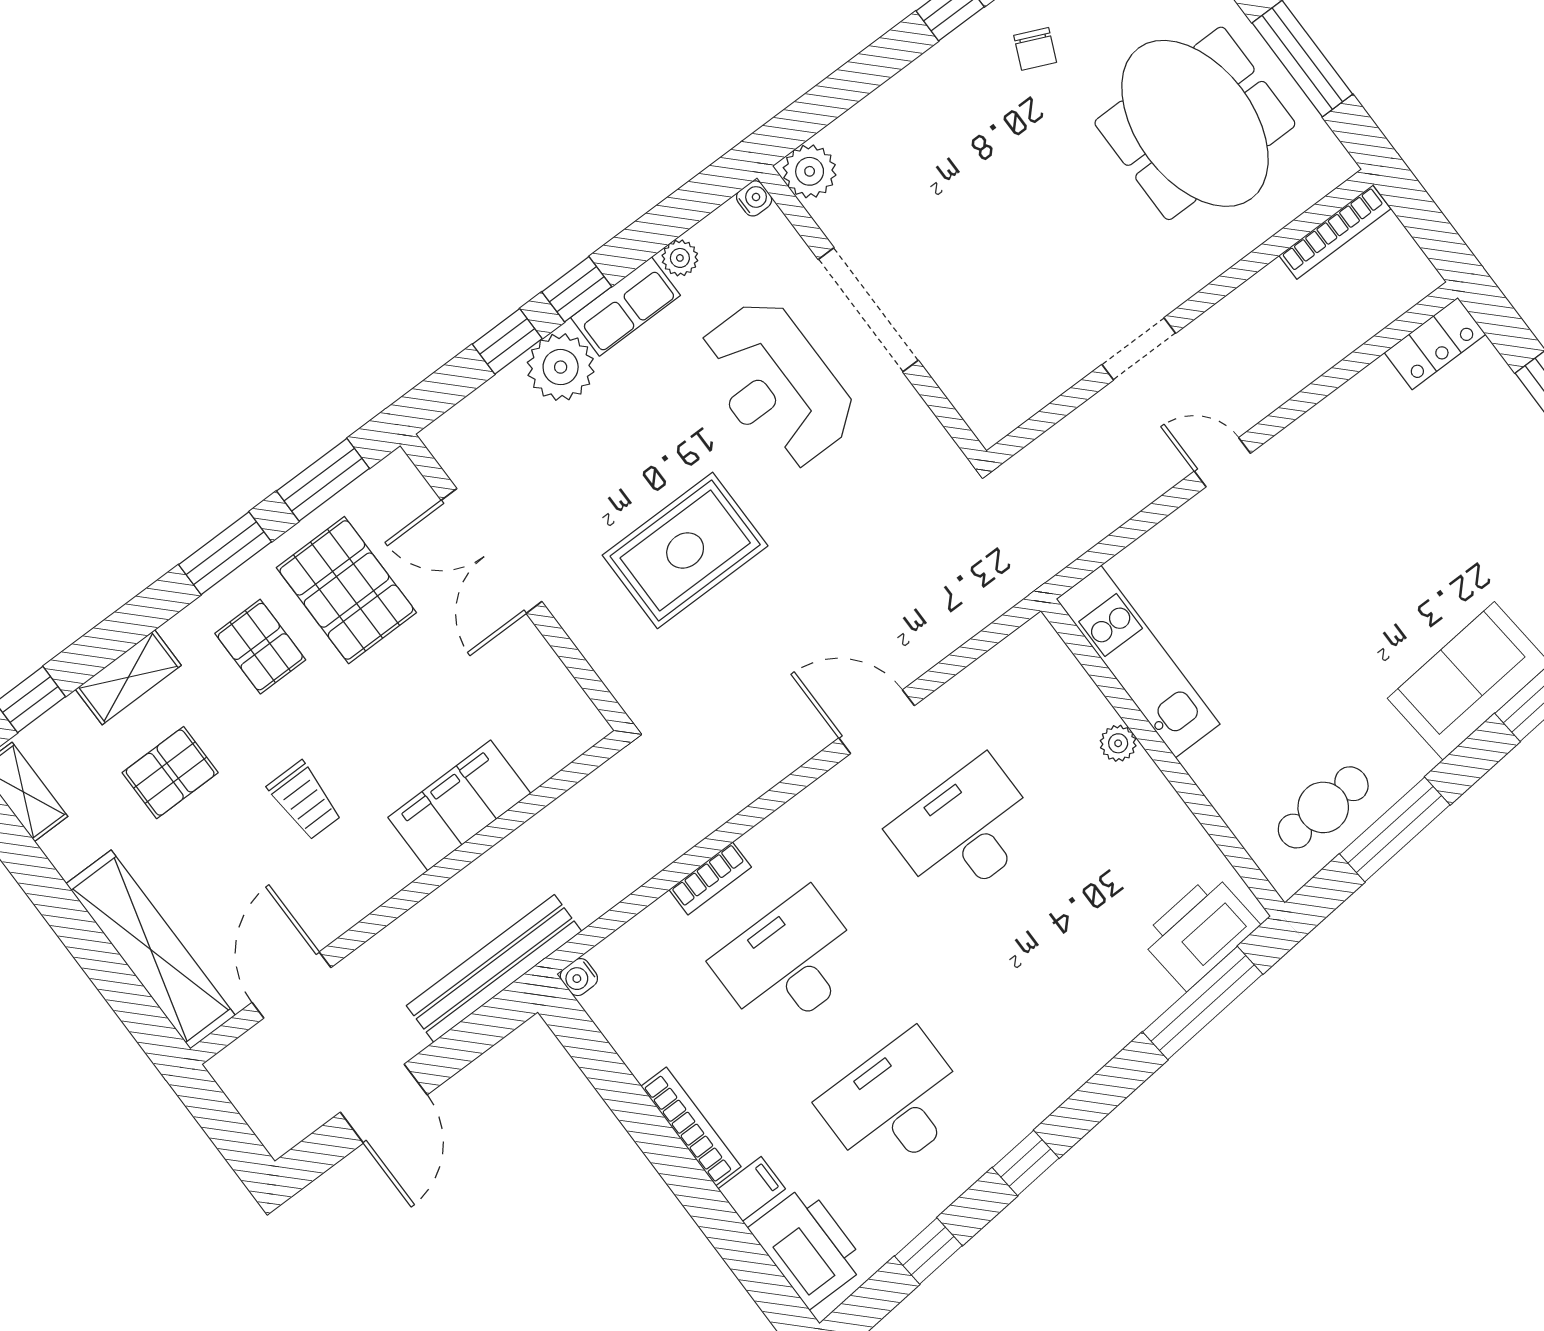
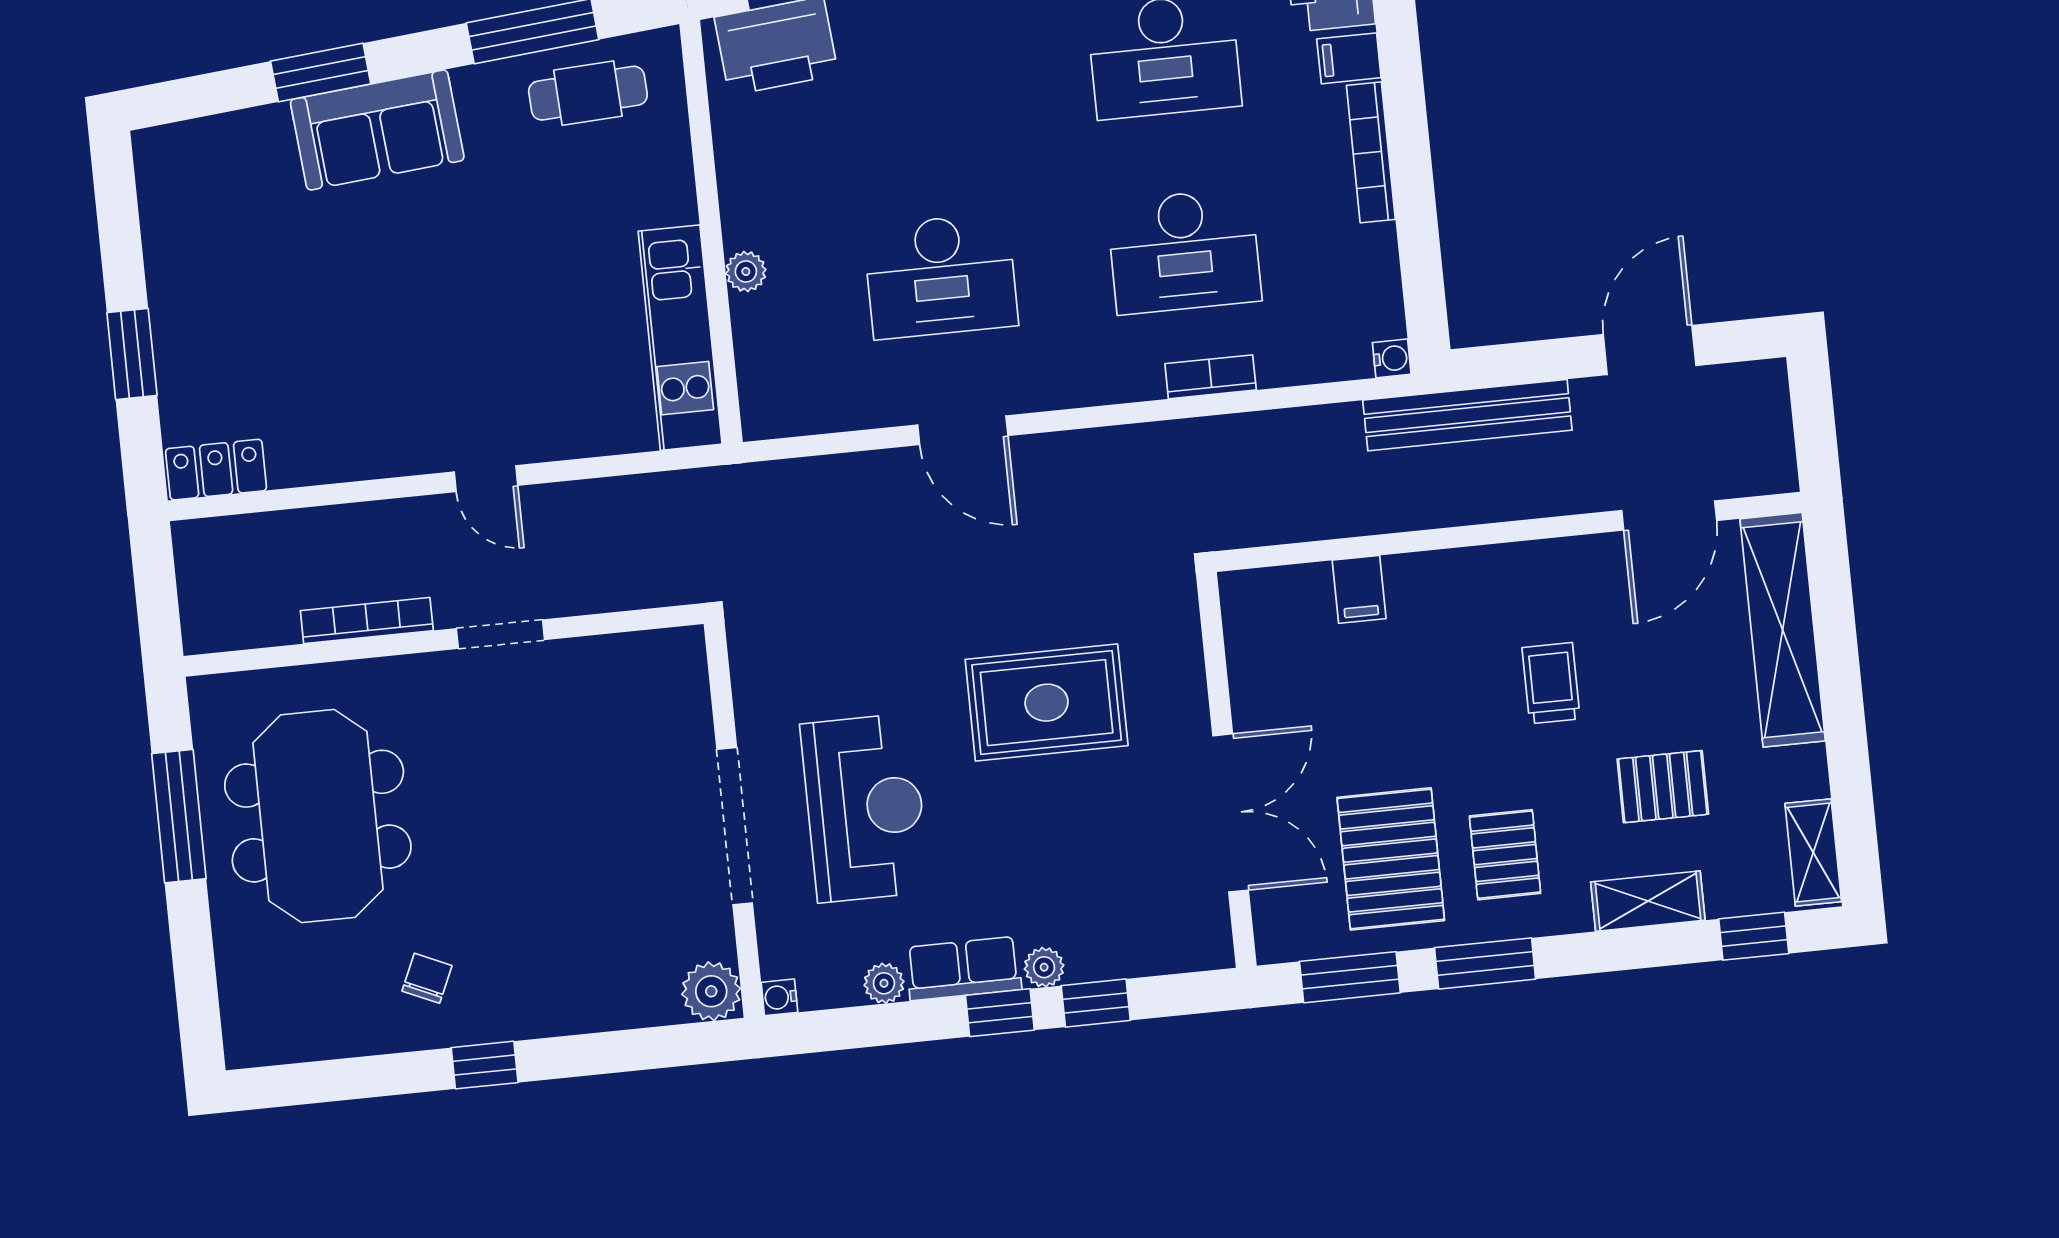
bookcase: (1335, 232) -> (367, 621), moved
plant: (561, 367) -> (1044, 967), width x0.53, depth x0.53
filing cabinet: (459, 805) -> (1359, 589), width x0.33, depth x0.86

